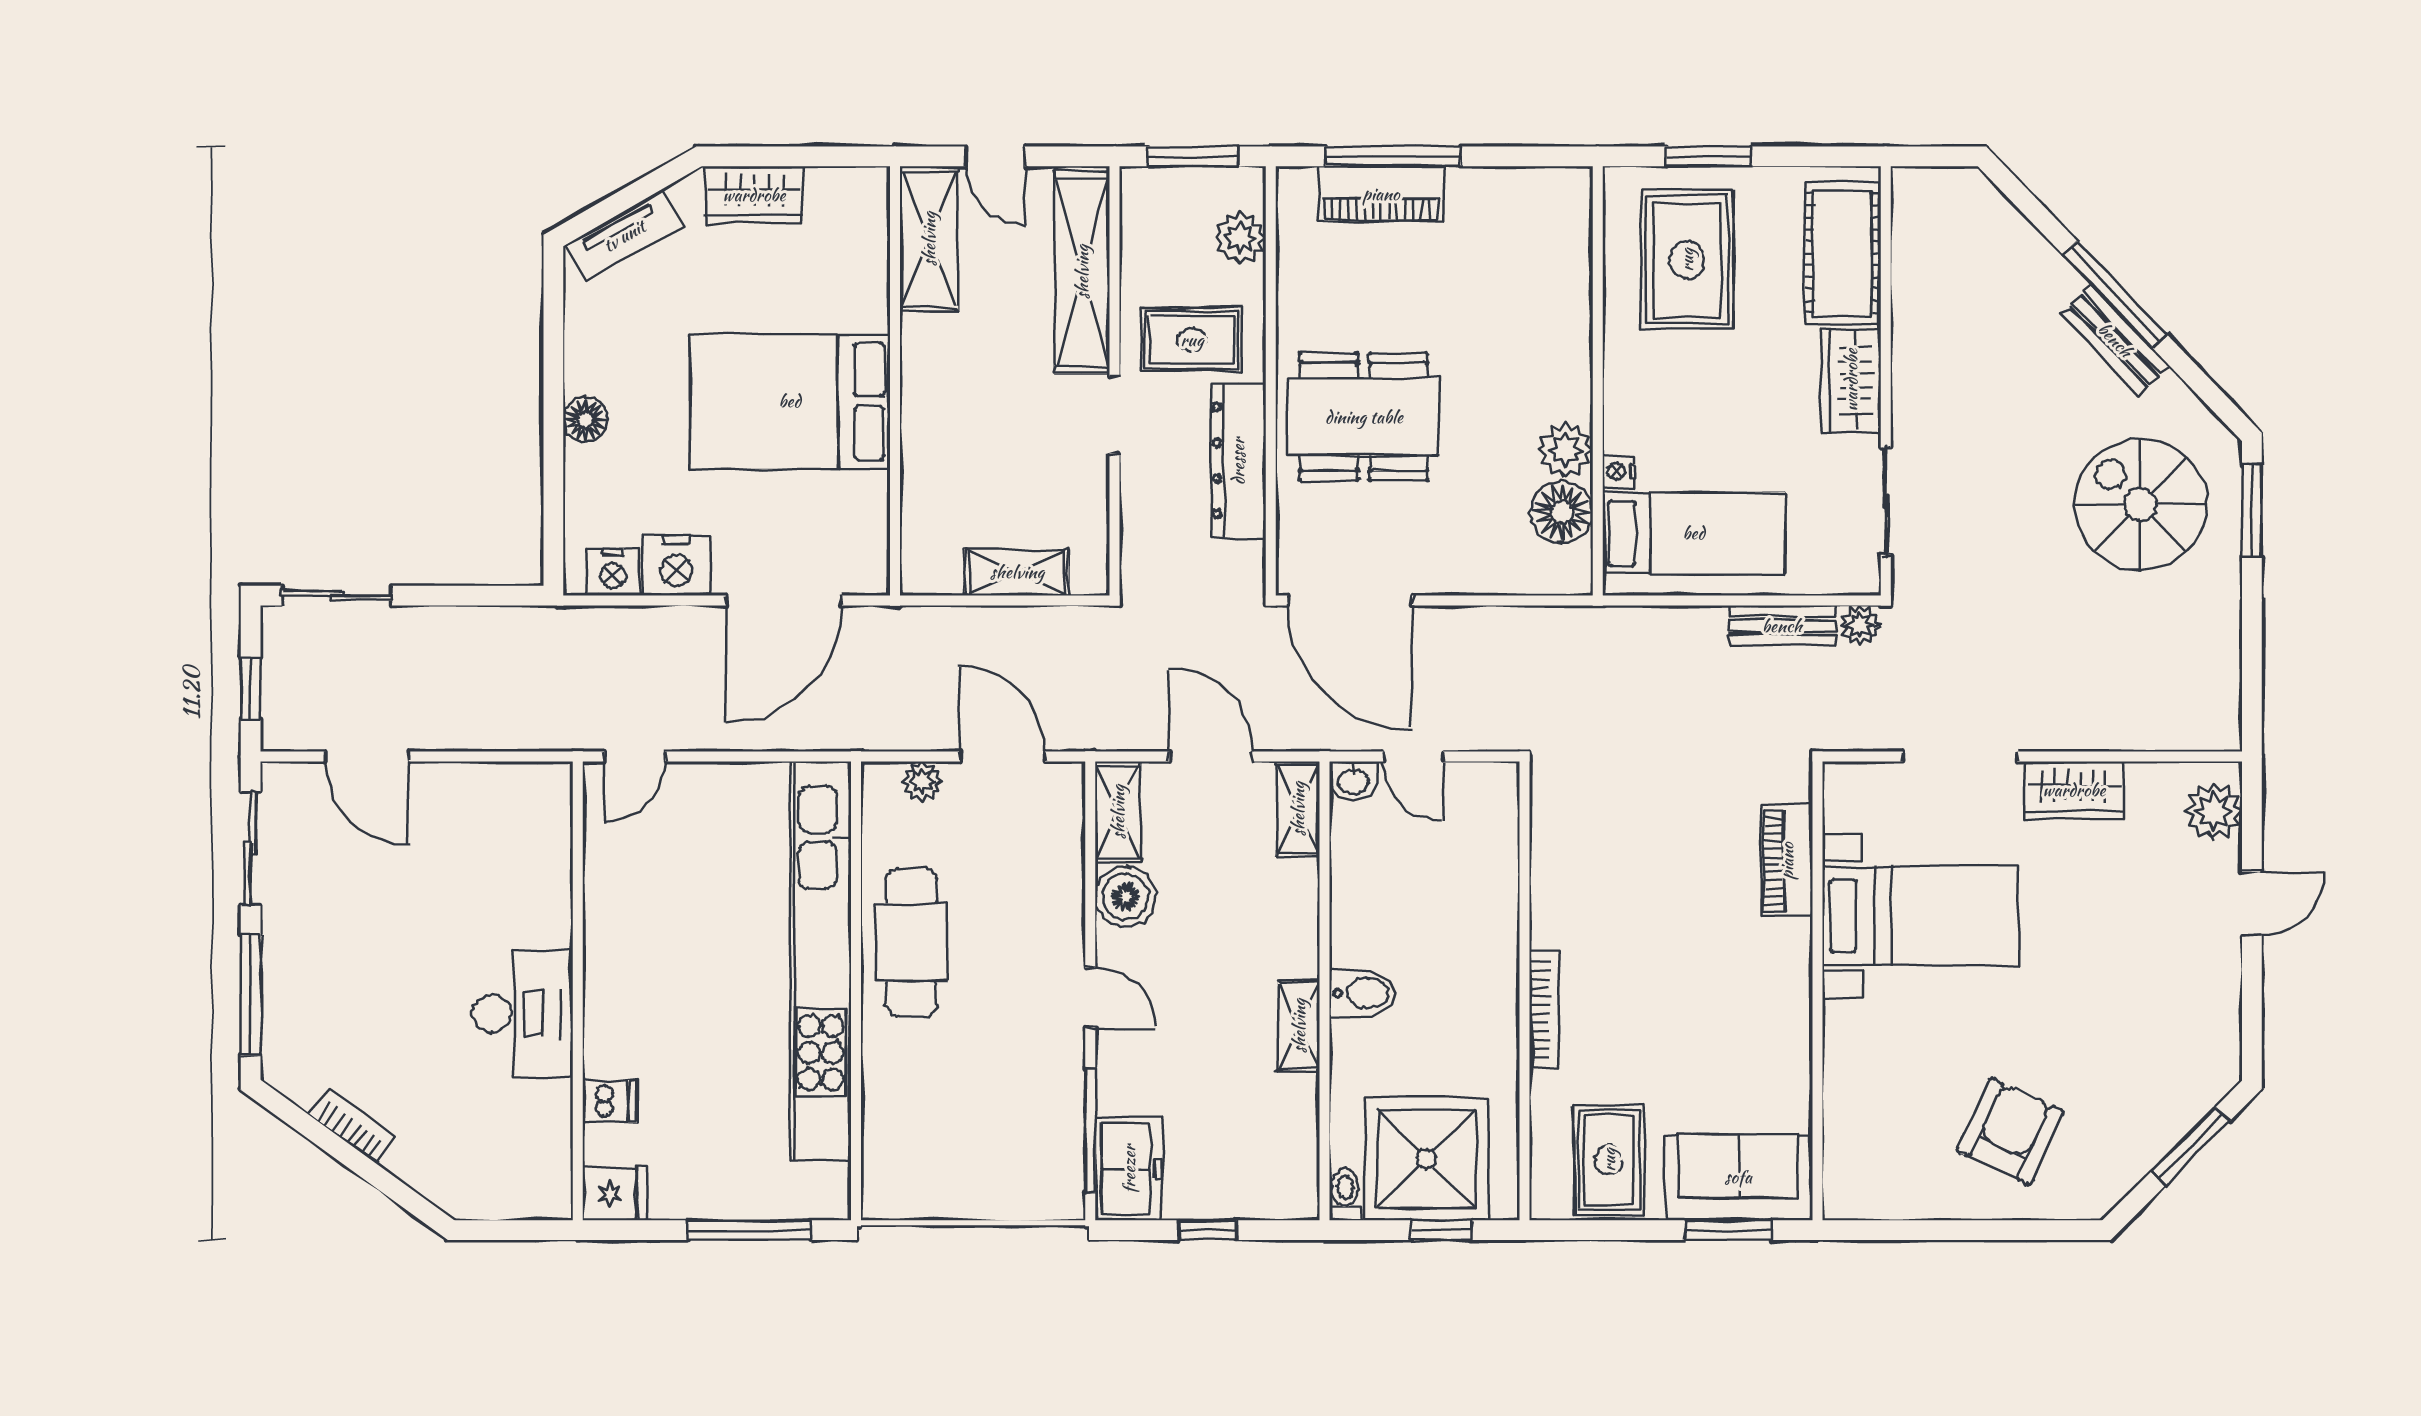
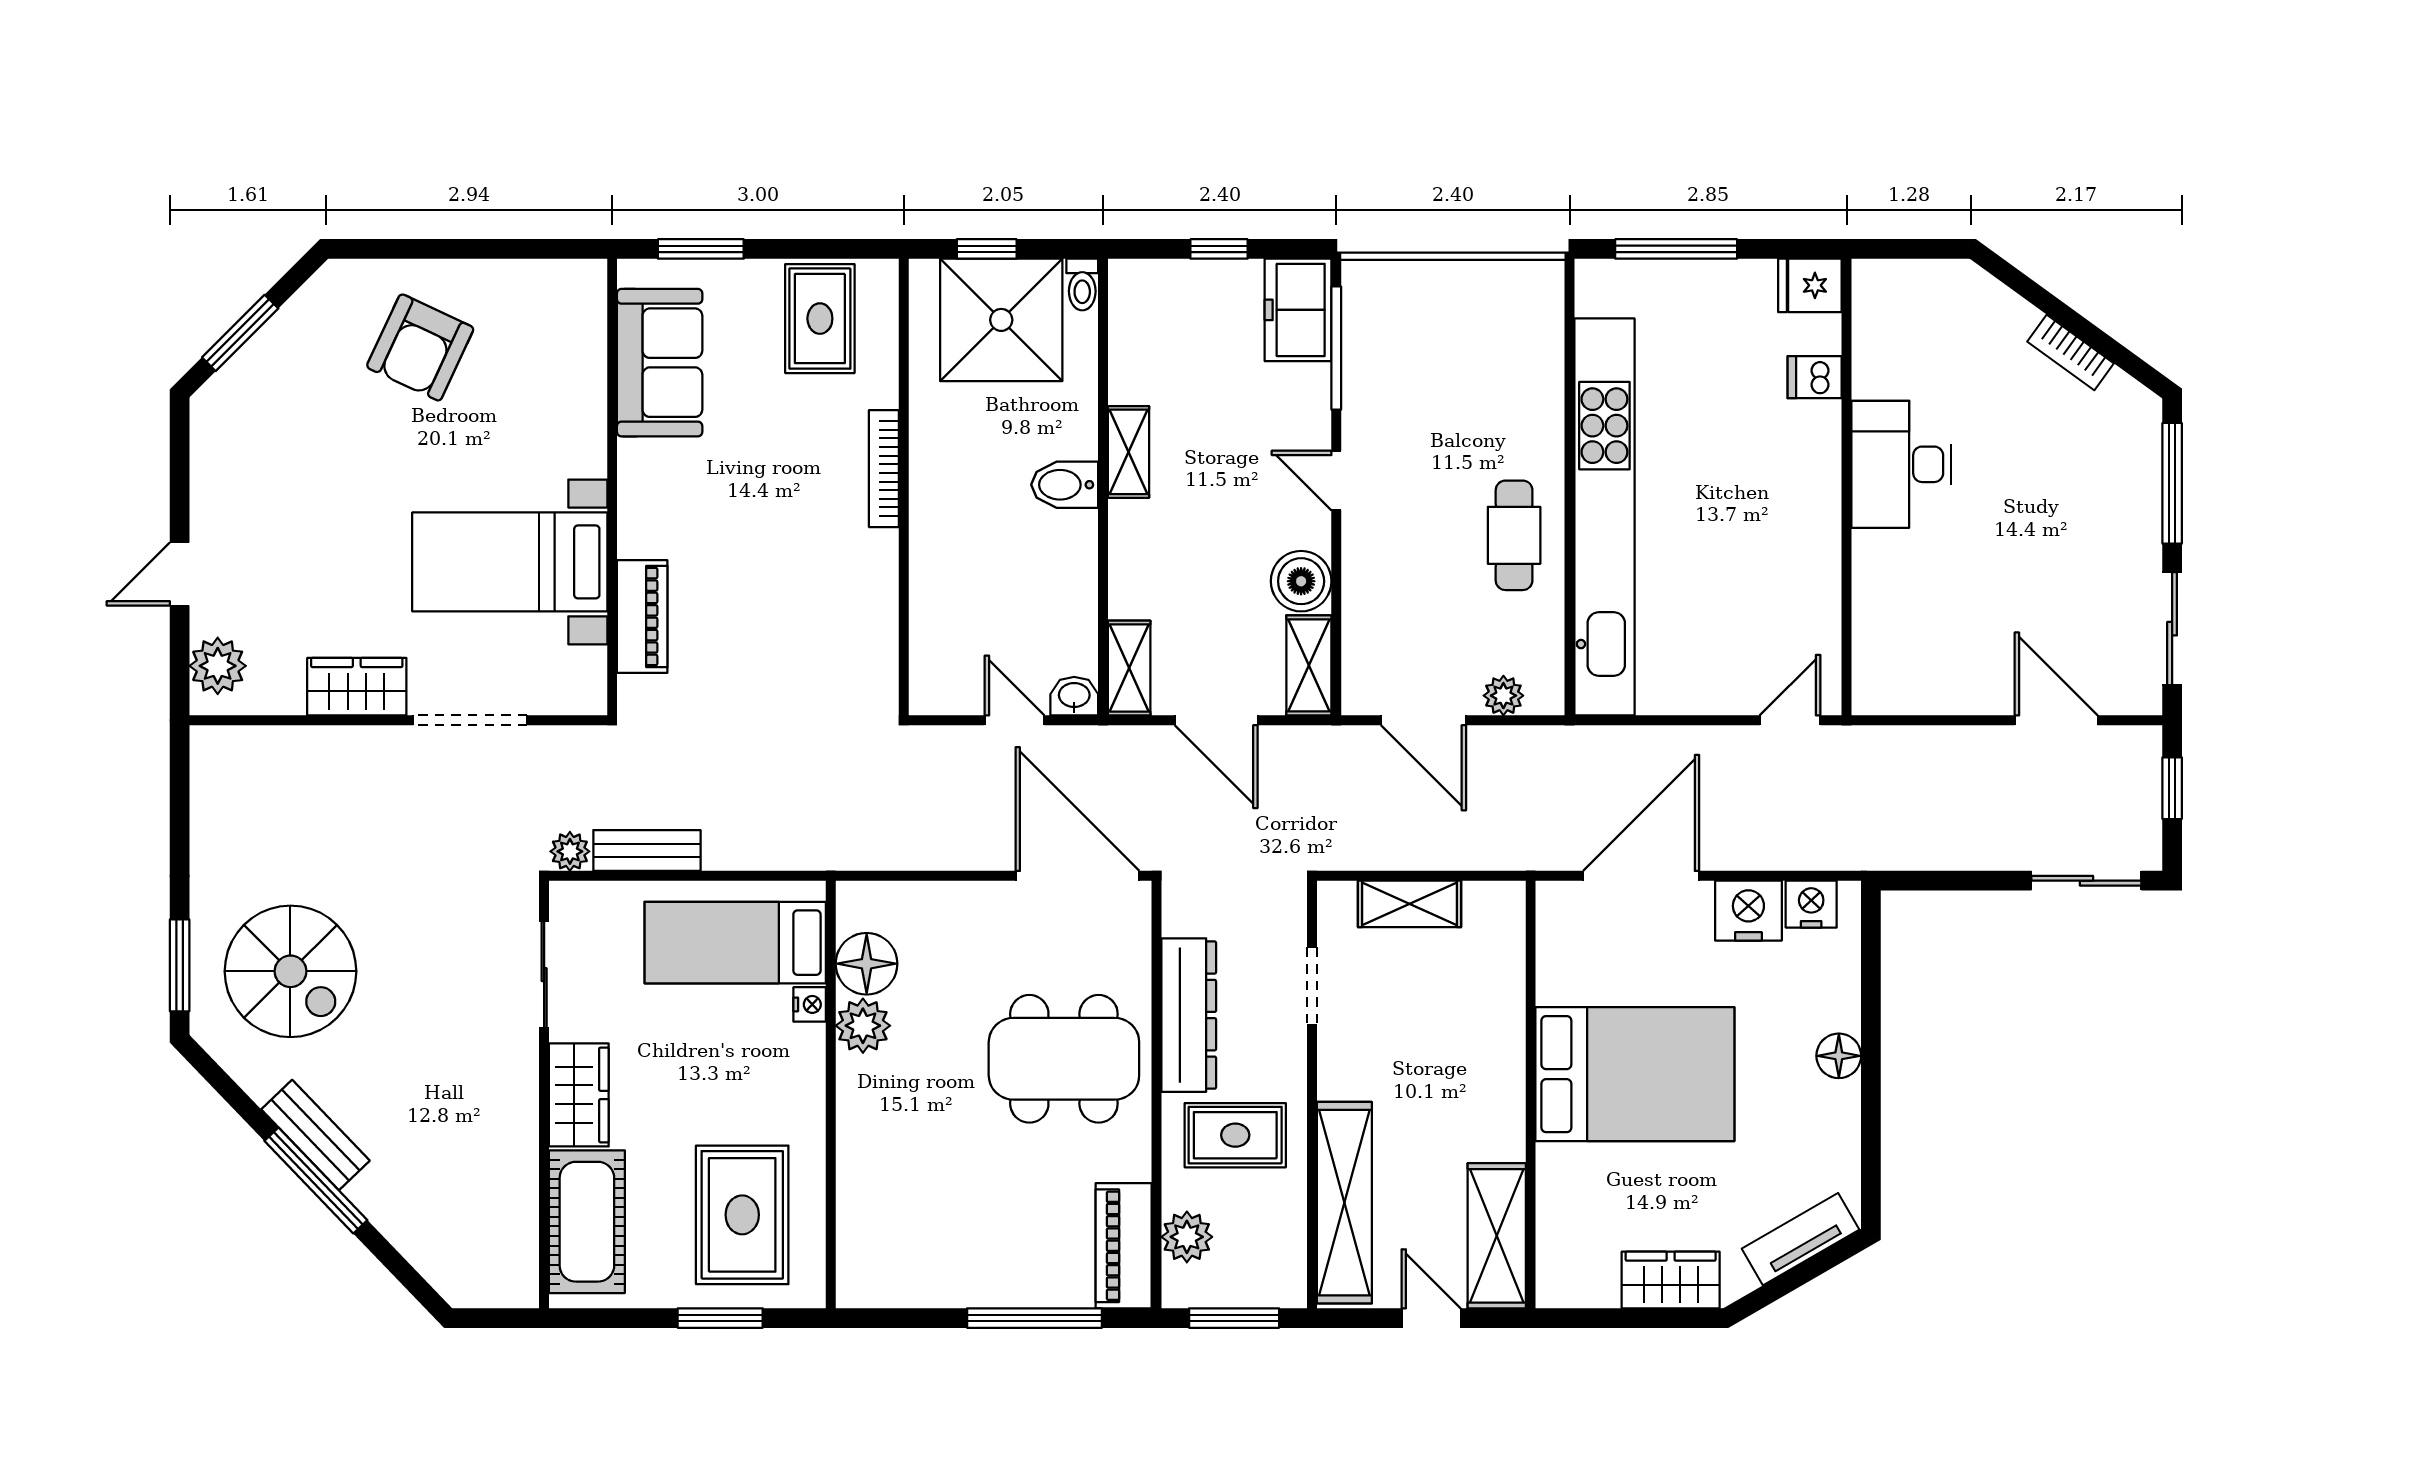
piano: (1381, 194) -> (1124, 1246), moved, turned -90
doorway: (1115, 415) -> (1312, 986), moved
cafe table: (912, 942) -> (1514, 535), width x0.73, depth x0.74
sofa: (1738, 1177) -> (660, 363), moved, turned -90

